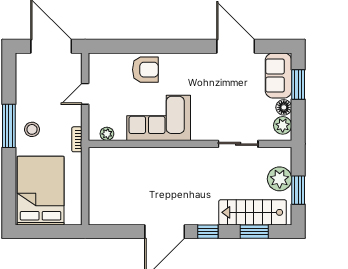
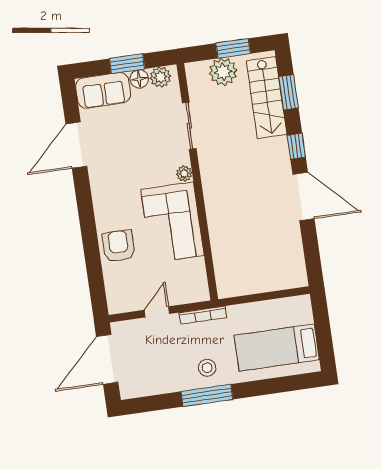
window: (298, 85) -> (127, 64), moved
door: (85, 94) -> (157, 312), swing flipped
plant: (107, 134) -> (184, 173), moved
bookcase: (77, 139) -> (203, 315), width x1.56
bed: (41, 191) -> (277, 348), width x0.67

